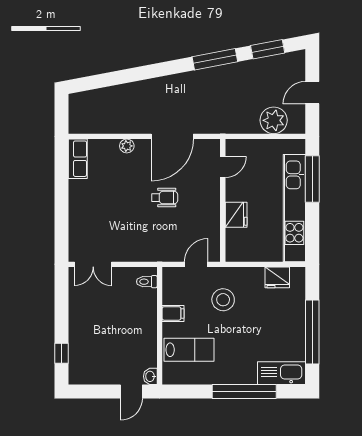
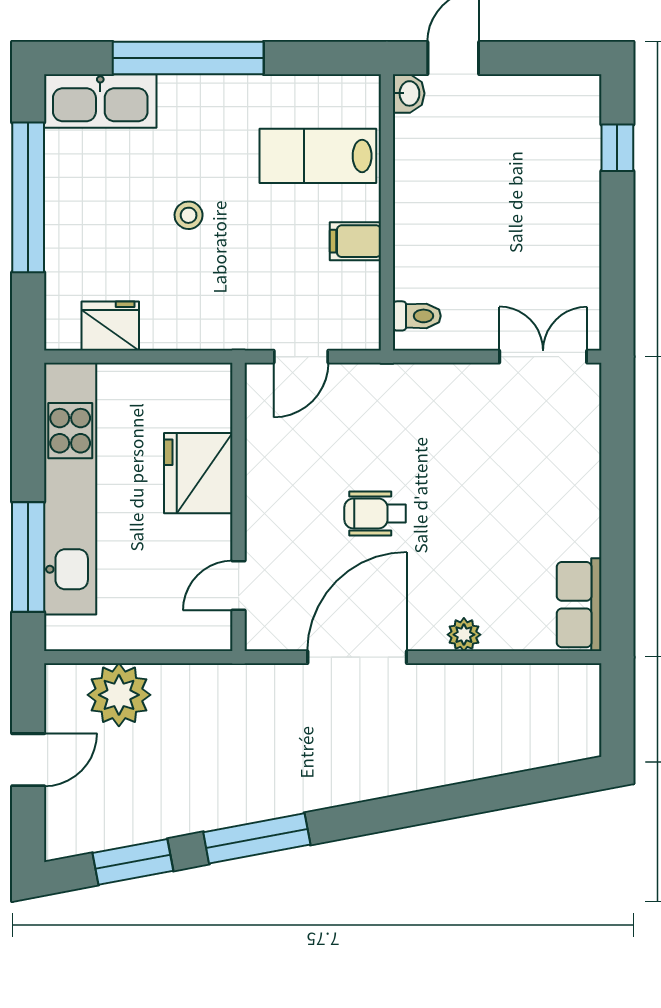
fridge: (236, 215) -> (198, 473), width x1.36, depth x1.34
stool: (223, 300) -> (189, 215), moved, width x0.53, depth x0.53

